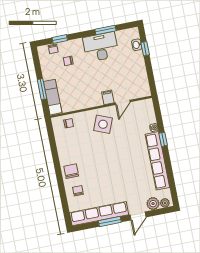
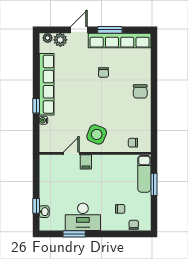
window: (60, 39) -> (125, 234), removed
chair: (78, 191) -> (103, 72), moved

